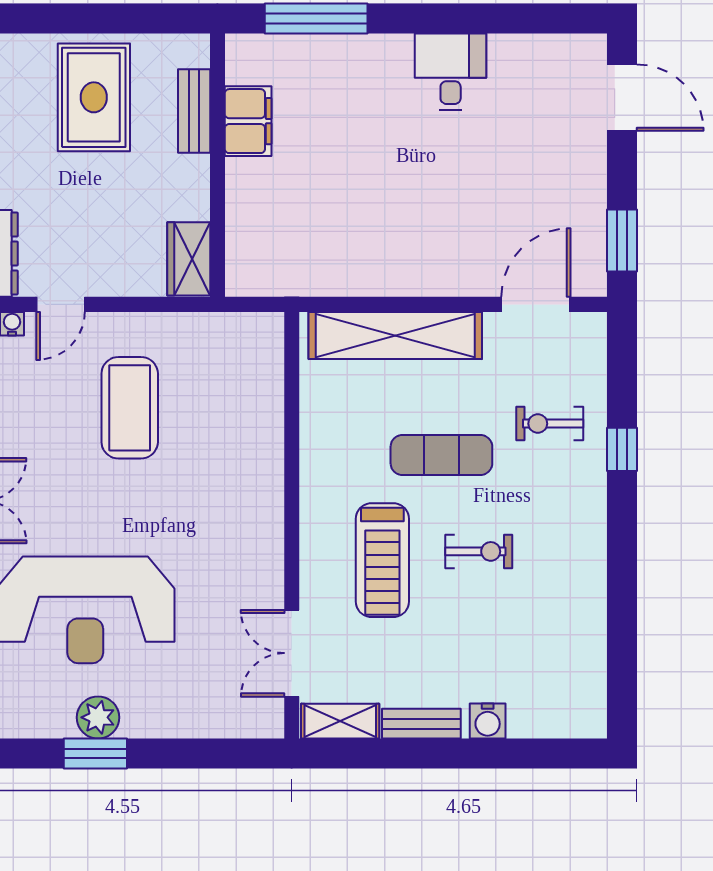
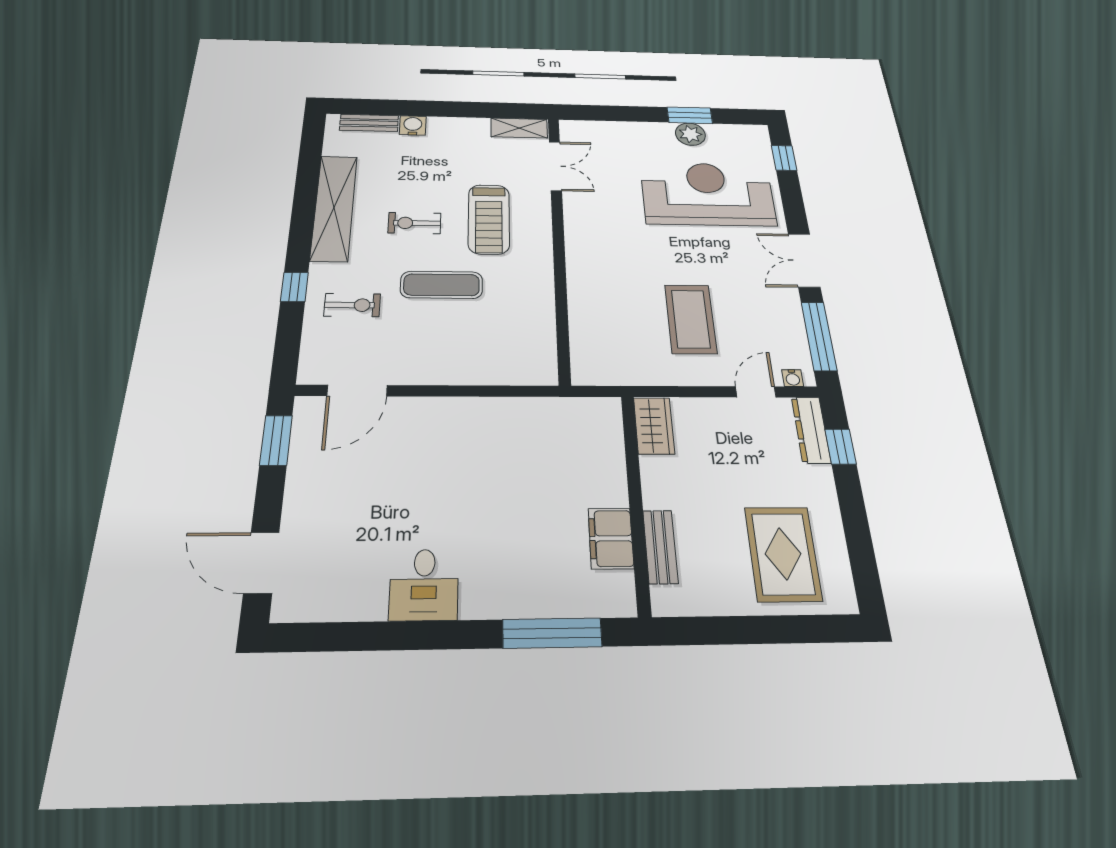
rug: (94, 97) -> (783, 554), moved
shelving: (395, 335) -> (334, 208), moved, turned 90
treadmill: (382, 560) -> (489, 219), turned 180
bench: (421, 724) -> (369, 123), moved

